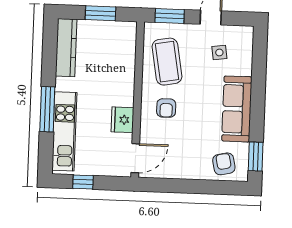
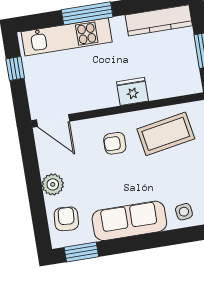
side table: (219, 52) -> (184, 212), moved
fridge: (122, 120) -> (132, 91), moved
armchair: (224, 164) -> (66, 219), turned -74
plant: (191, 170) -> (53, 184), added

